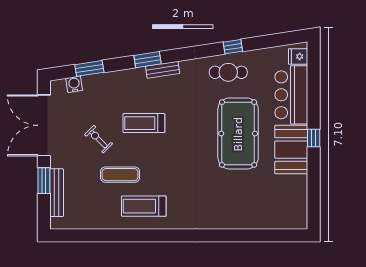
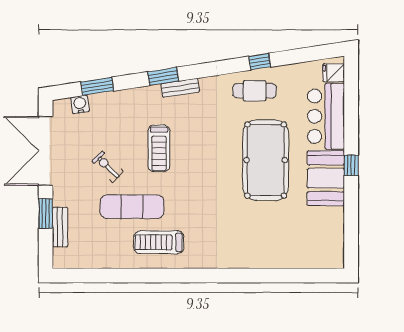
treadmill: (144, 123) -> (159, 148), turned -90
exercise mat: (120, 175) -> (132, 207), width x1.36, depth x1.45
bench: (57, 193) -> (60, 227), width x0.73

